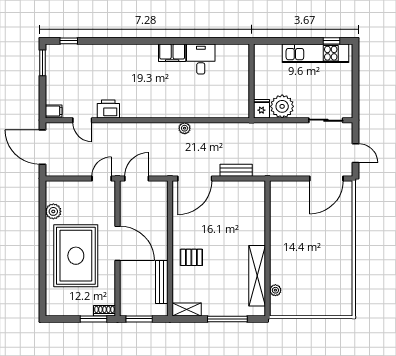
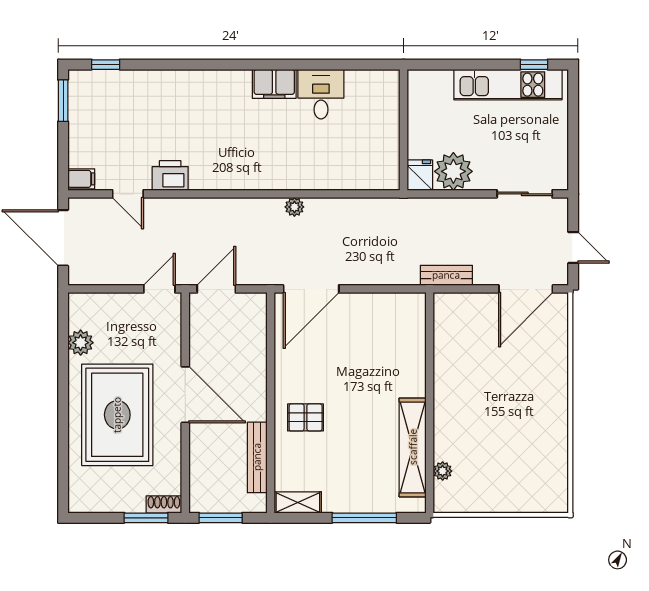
bench: (236, 170) -> (446, 275), moved

